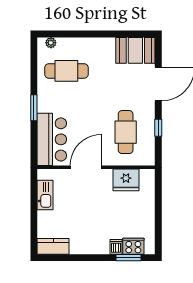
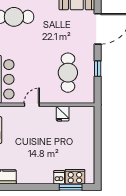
door: (86, 167) -> (32, 105), width x0.53
fridge: (126, 180) -> (63, 114), width x0.53, depth x0.75

